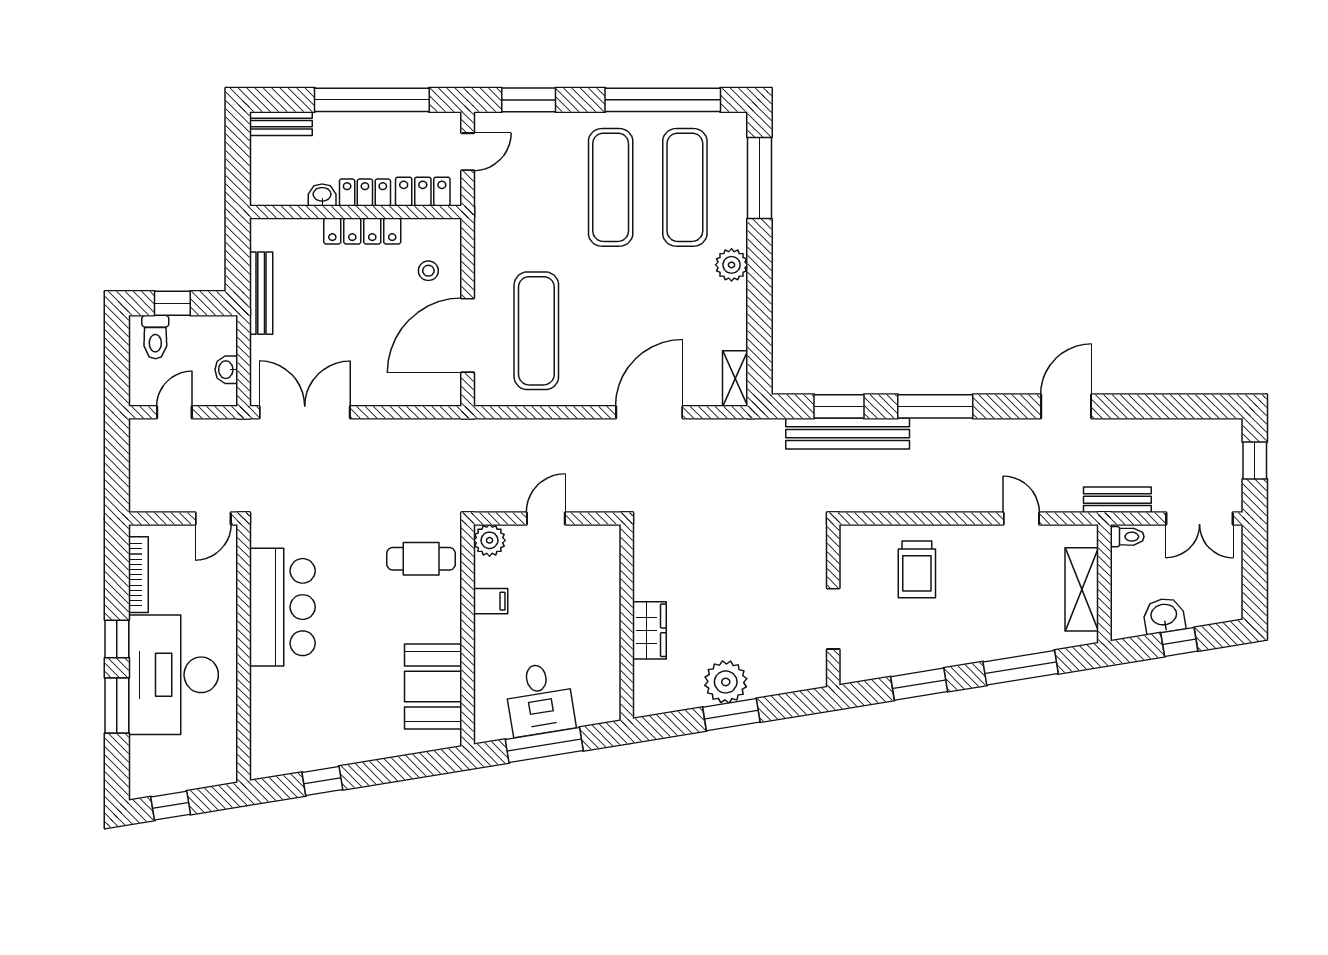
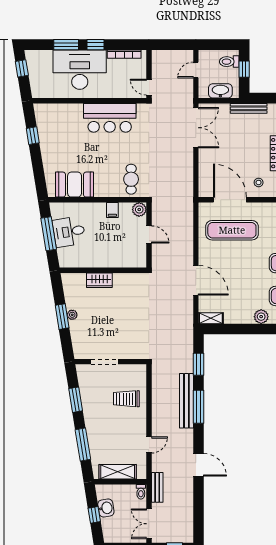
washbasin: (226, 370) -> (220, 91), width x1.91, depth x1.45
door: (174, 412) -> (196, 70), swing flipped
bench: (848, 434) -> (186, 401), moved
plant: (726, 682) -> (72, 315), width x0.53, depth x0.53

